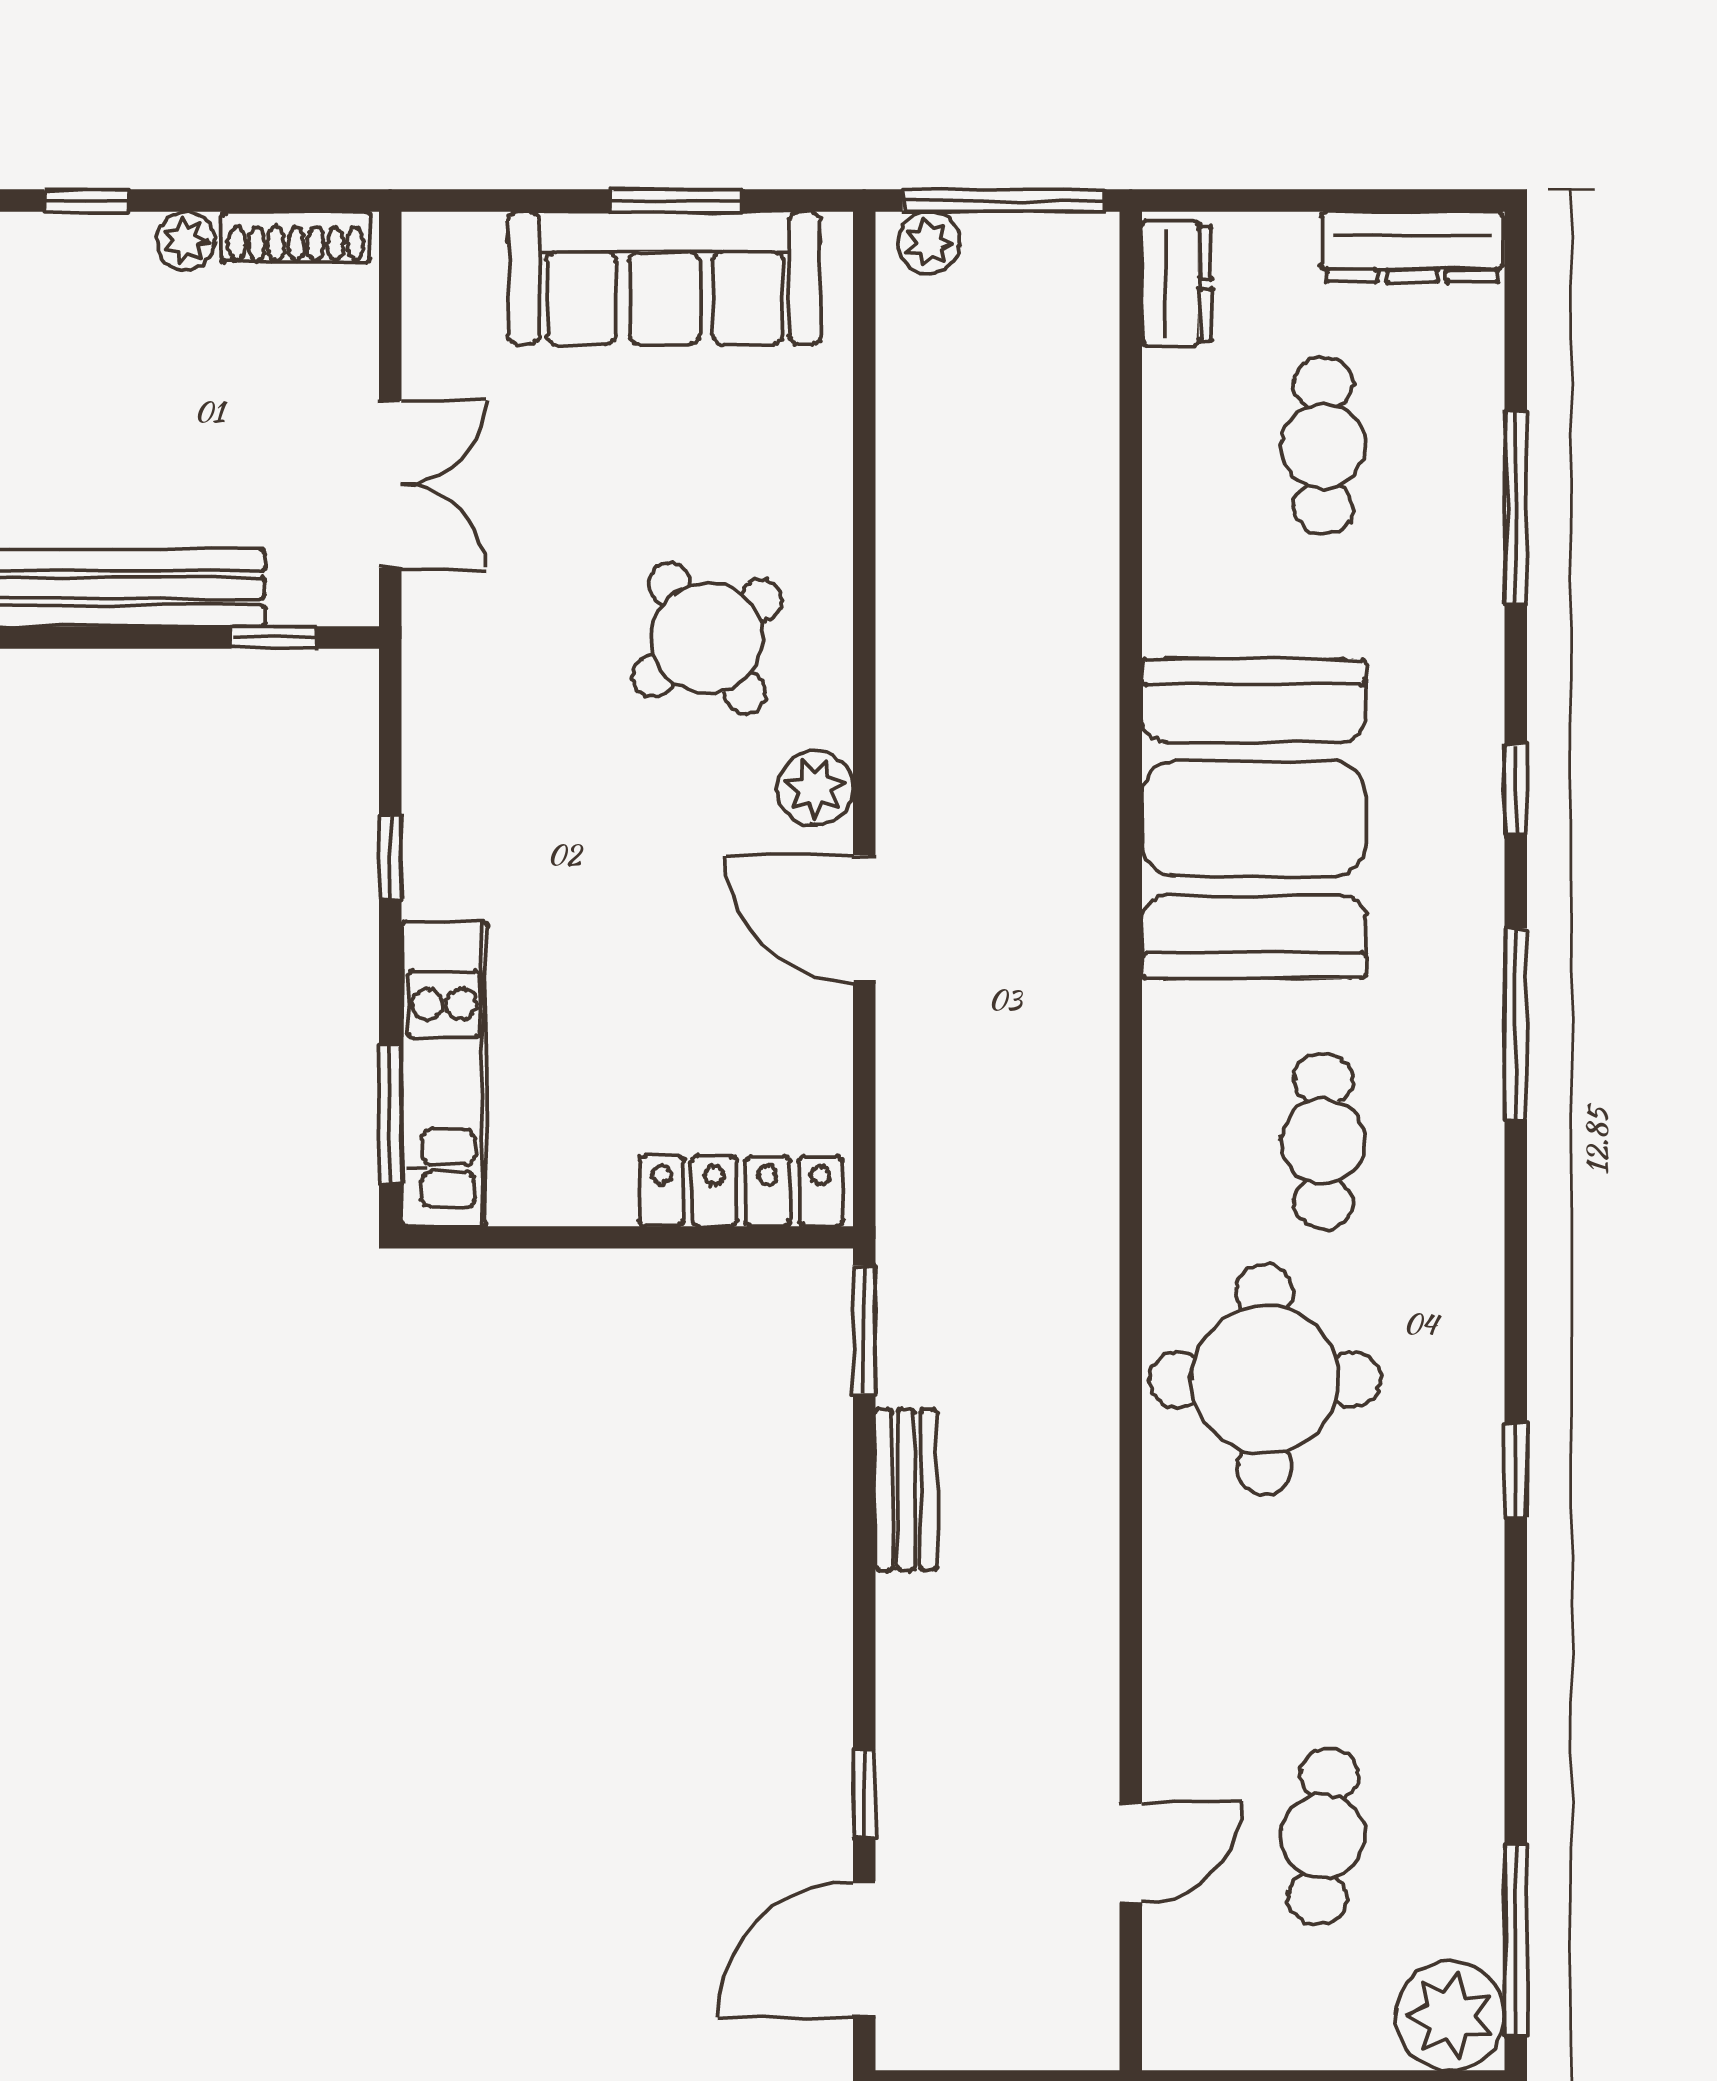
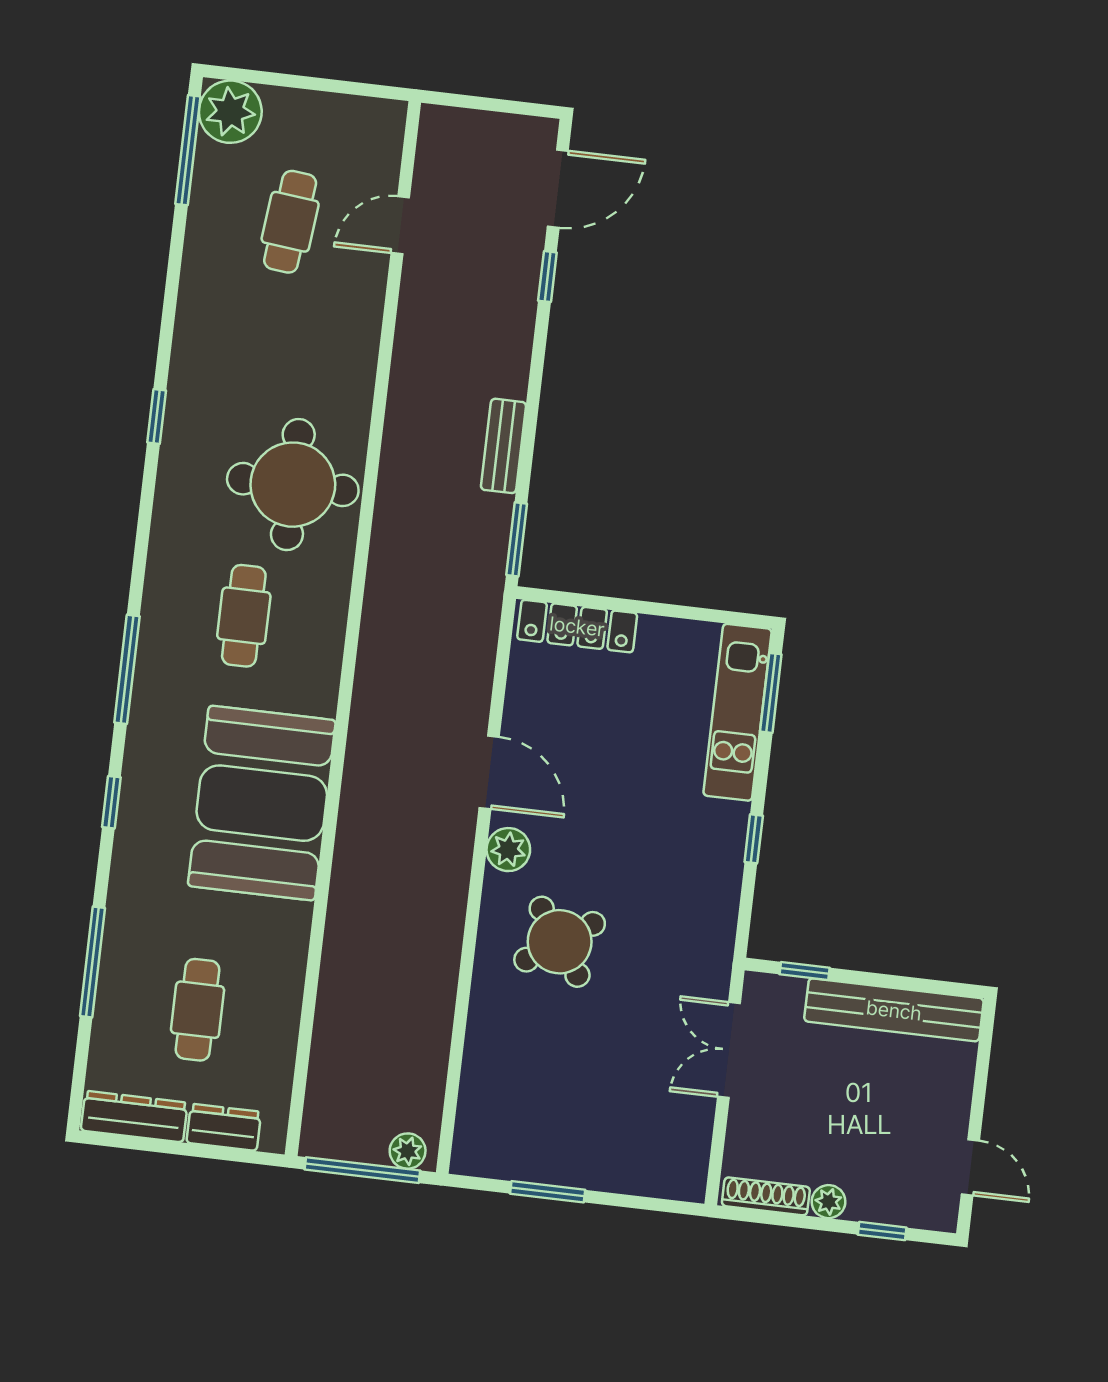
sofa: (664, 278) -> (560, 1149), removed
dresser: (1177, 283) -> (224, 1127), moved, turned 90

